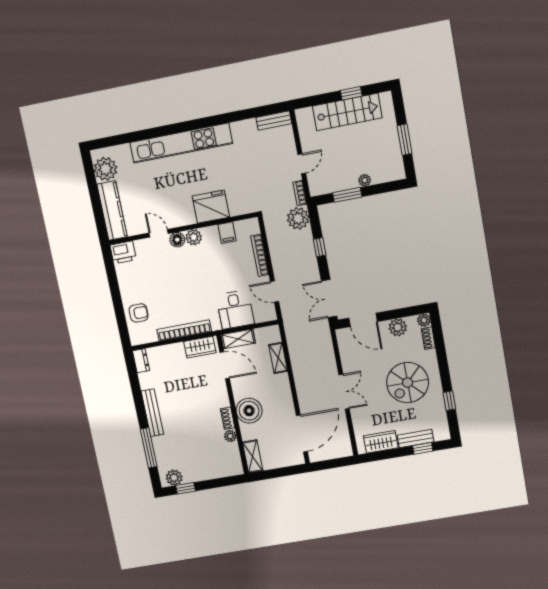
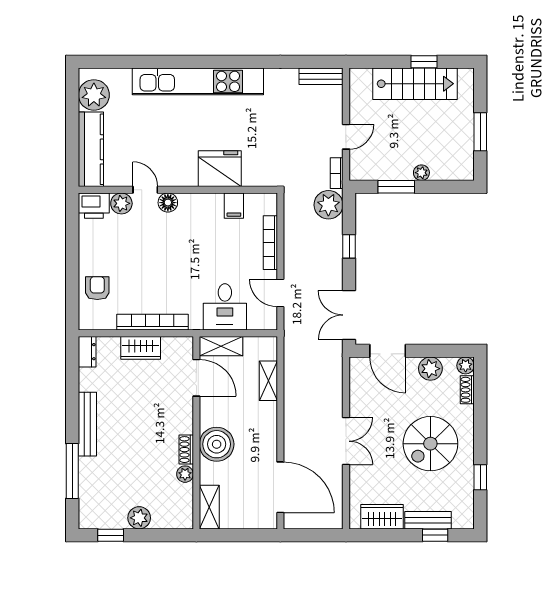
plant: (194, 237) -> (121, 203), moved
armchair: (139, 313) -> (97, 288), turned -90
wardrobe: (200, 347) -> (141, 348), moved
door: (302, 434) -> (280, 487), hinge flipped
plant: (174, 478) -> (139, 518), moved

